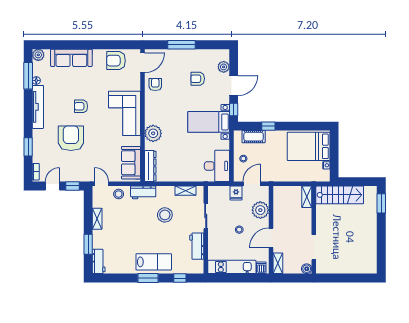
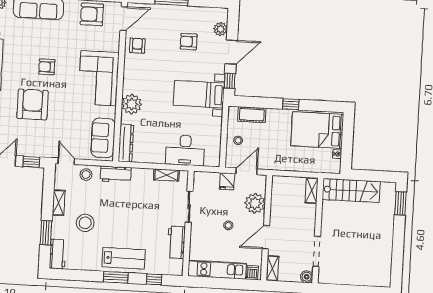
window: (268, 126) -> (291, 104), moved
desk: (217, 166) -> (185, 150), moved, turned 90
stool: (165, 215) -> (85, 223), moved

